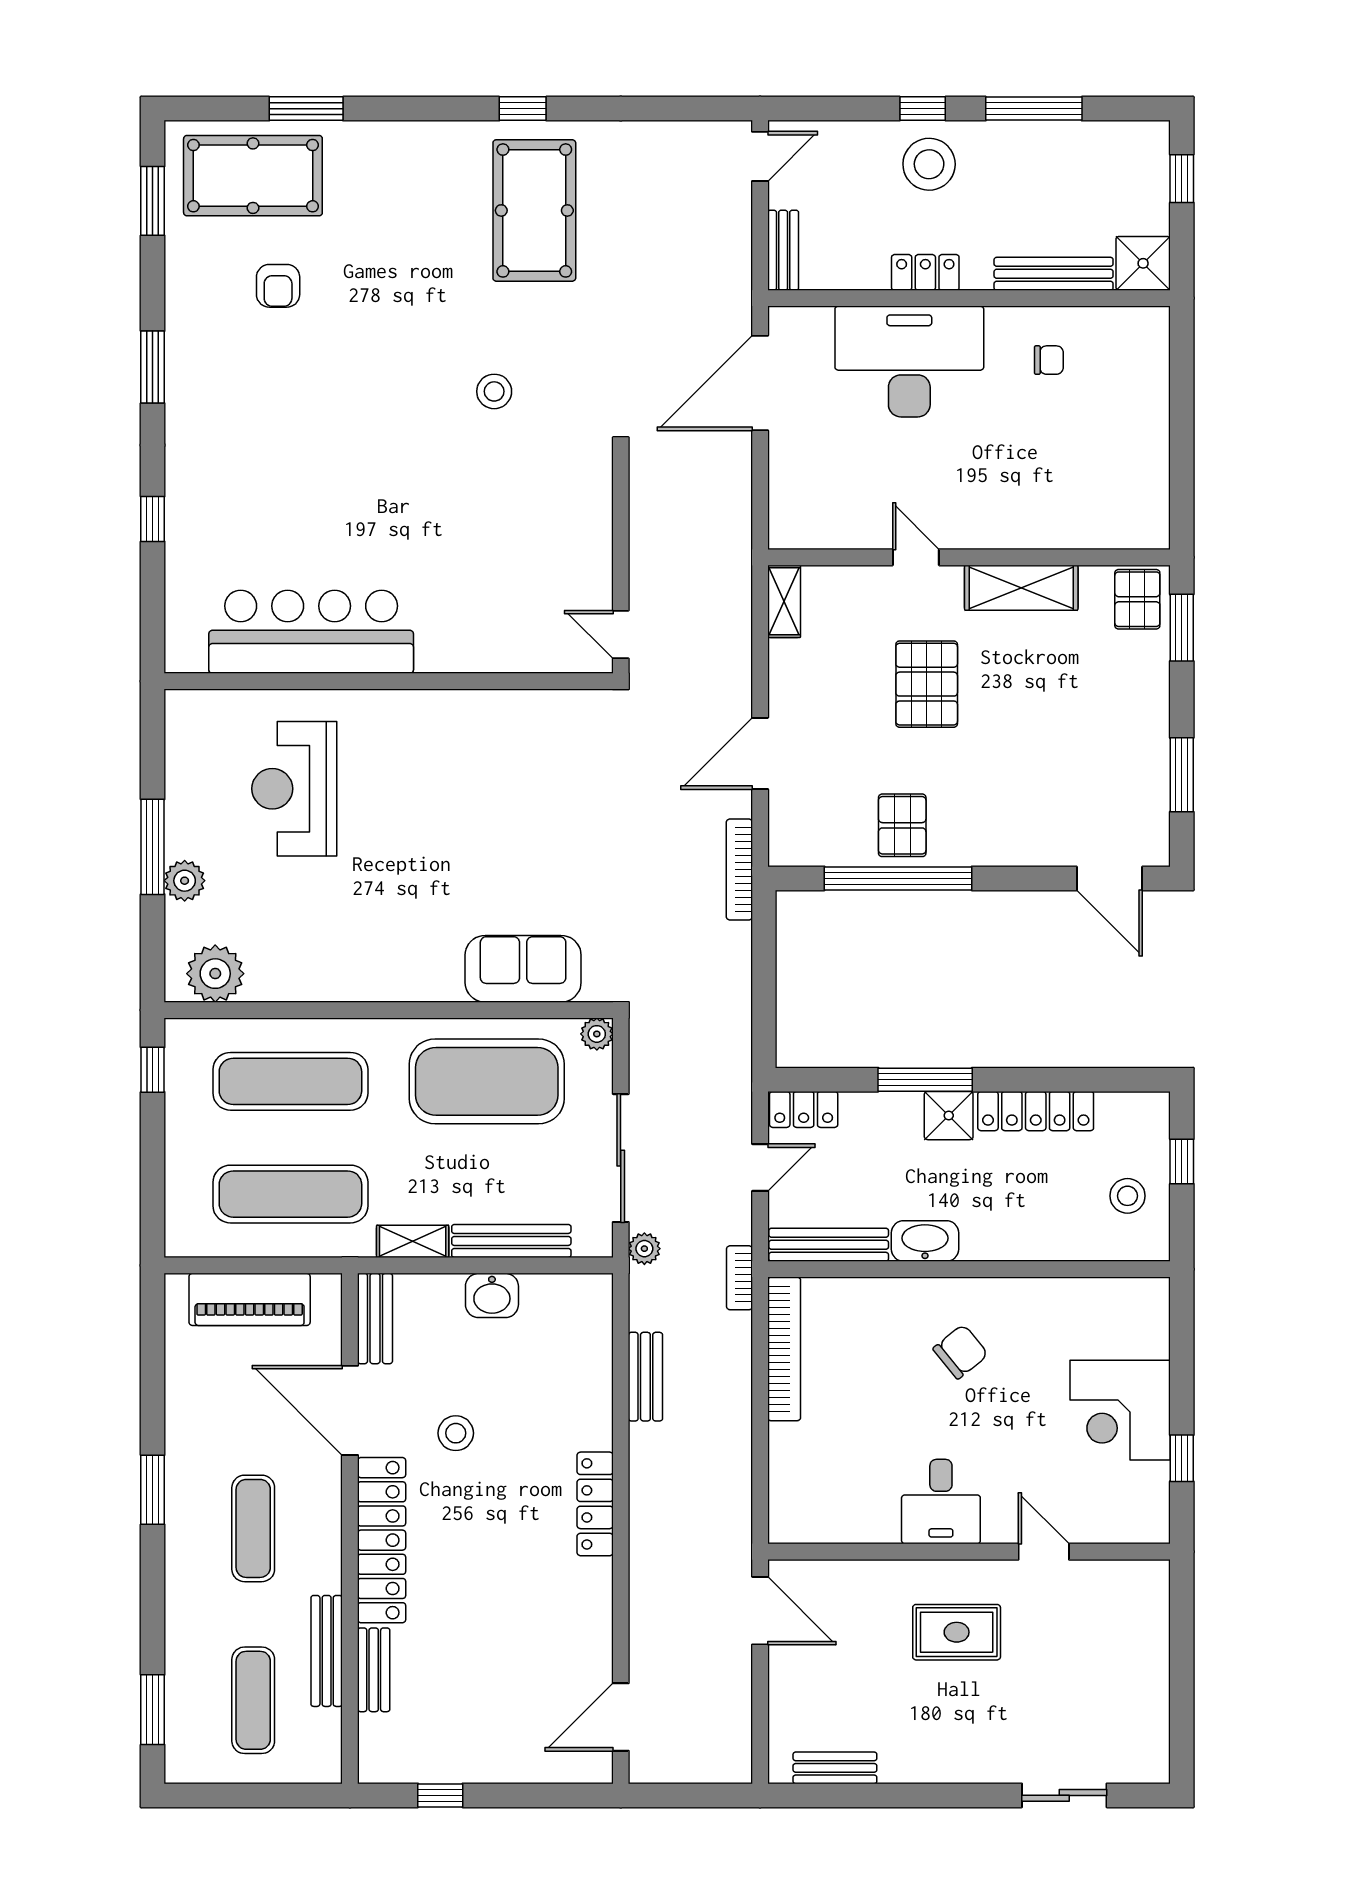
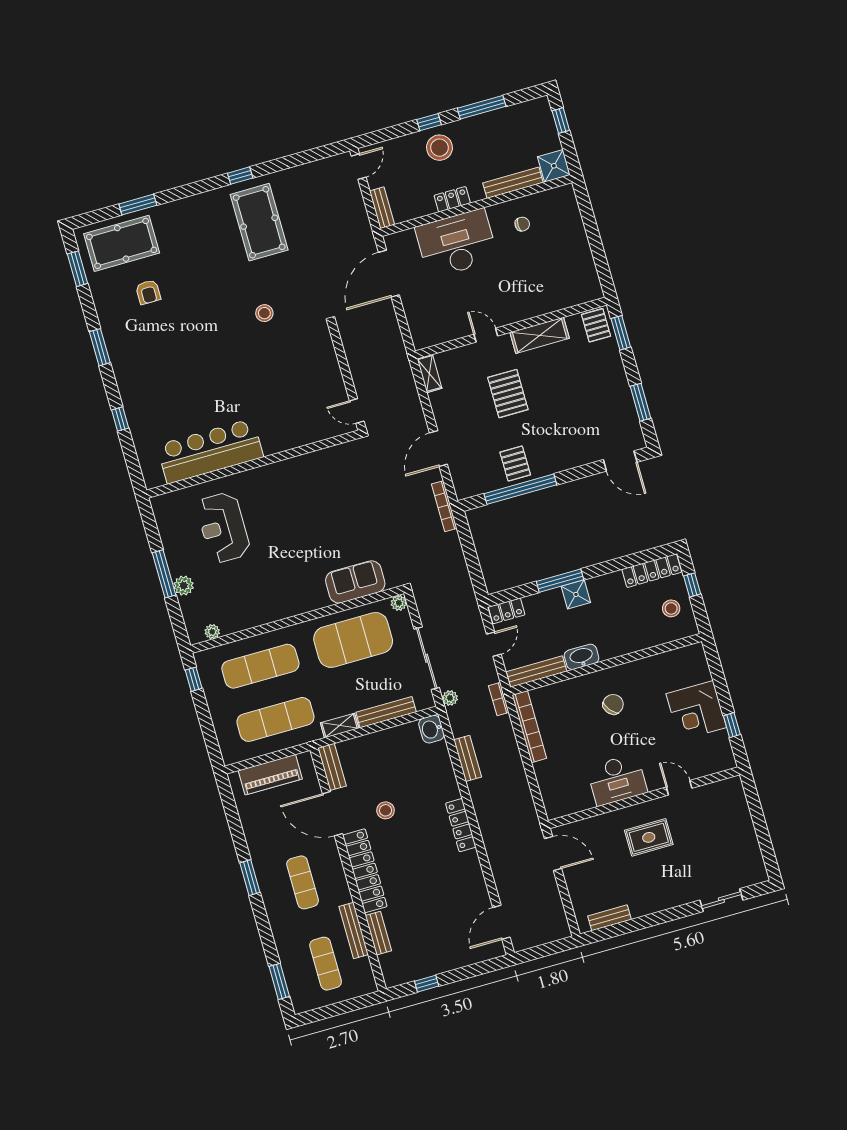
plant: (215, 974) -> (212, 632), width x0.53, depth x0.53
locker: (1036, 1111) -> (652, 571), moved
washbasin: (492, 1295) -> (431, 729), moved, turned 90
desk: (941, 1502) -> (617, 780), width x1.37

